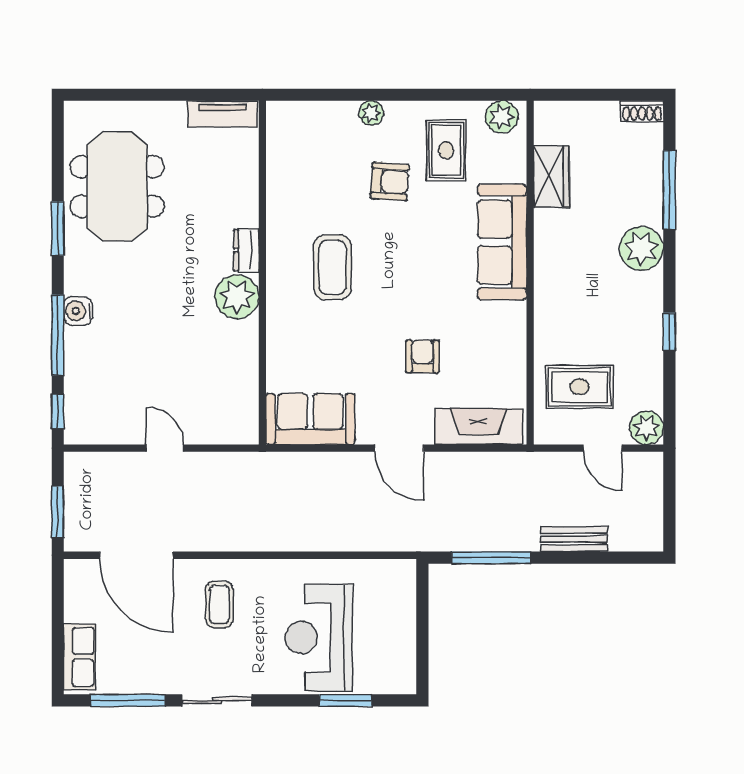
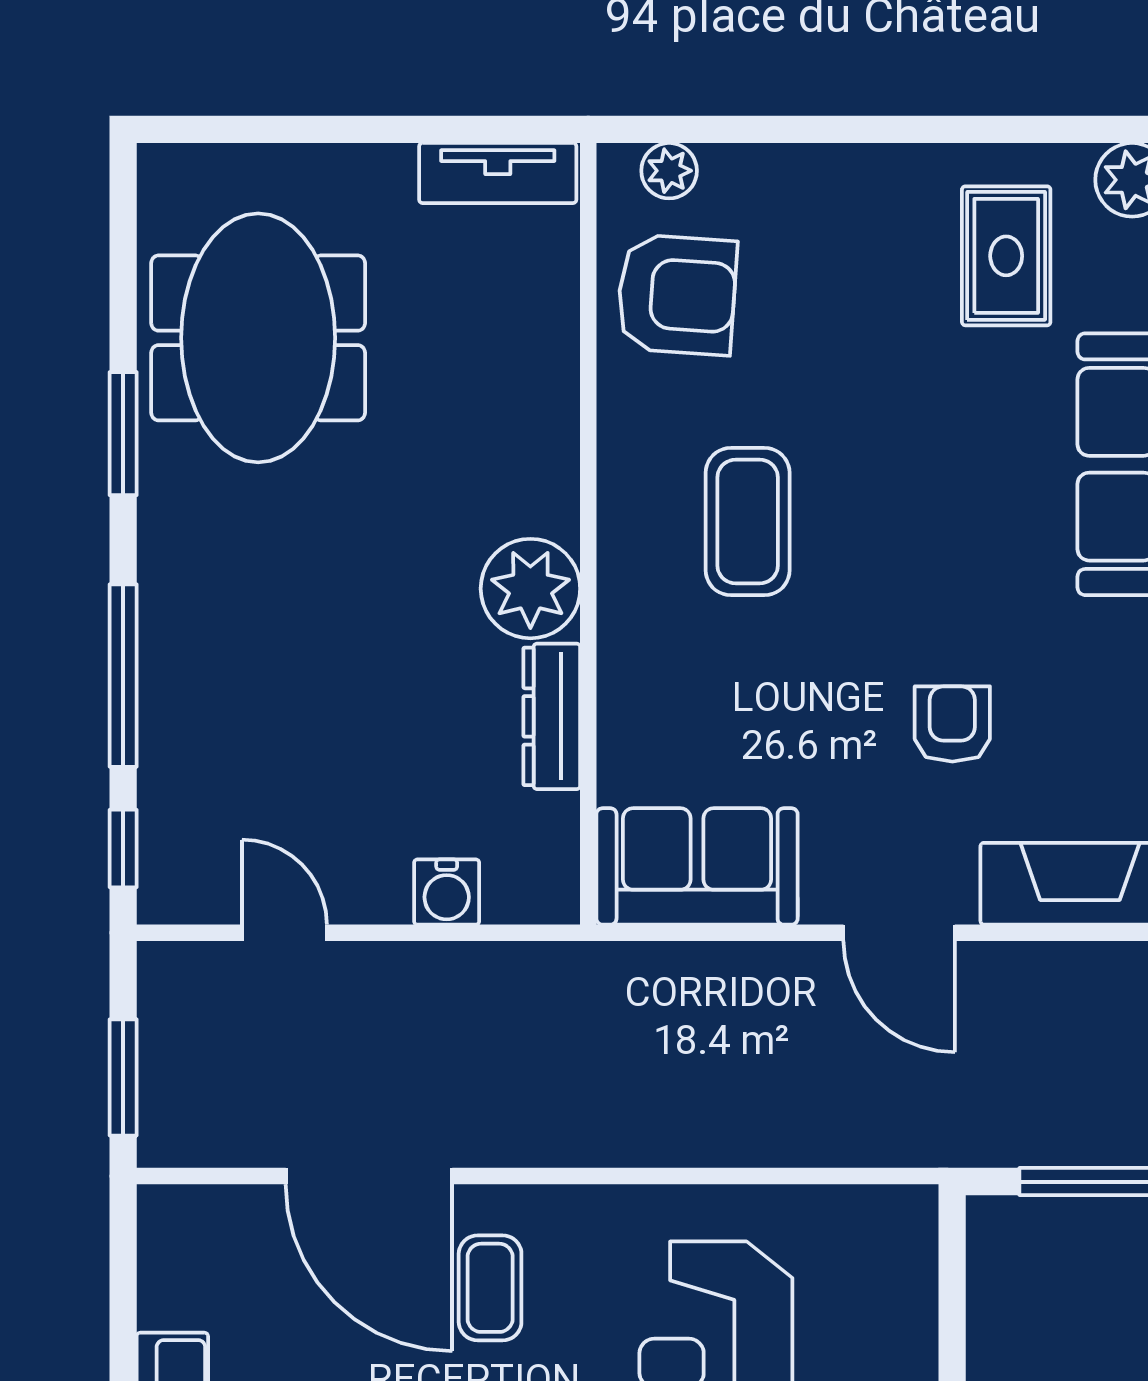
plant: (371, 113) -> (669, 171), moved
armchair: (390, 181) -> (677, 295), moved, width x1.38, depth x1.38
dresser: (246, 250) -> (552, 716), moved, width x1.44
water cooler: (78, 311) -> (447, 892), moved, turned -90
door: (165, 448) -> (284, 933), moved
door: (136, 555) -> (369, 1176), moved

